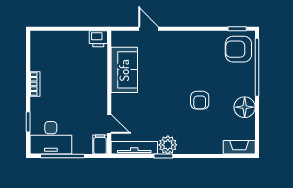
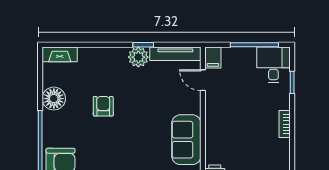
desk: (51, 138) -> (273, 65), width x0.73

